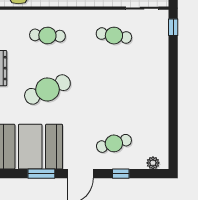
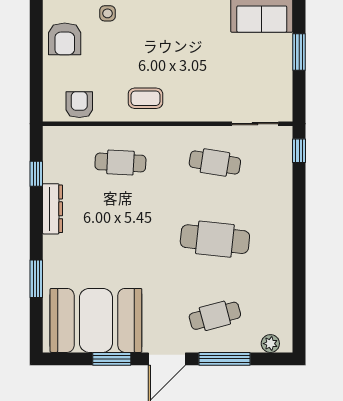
cafe table: (47, 89) -> (215, 239), moved, turned 30
window: (121, 174) -> (225, 359), width x2.17

